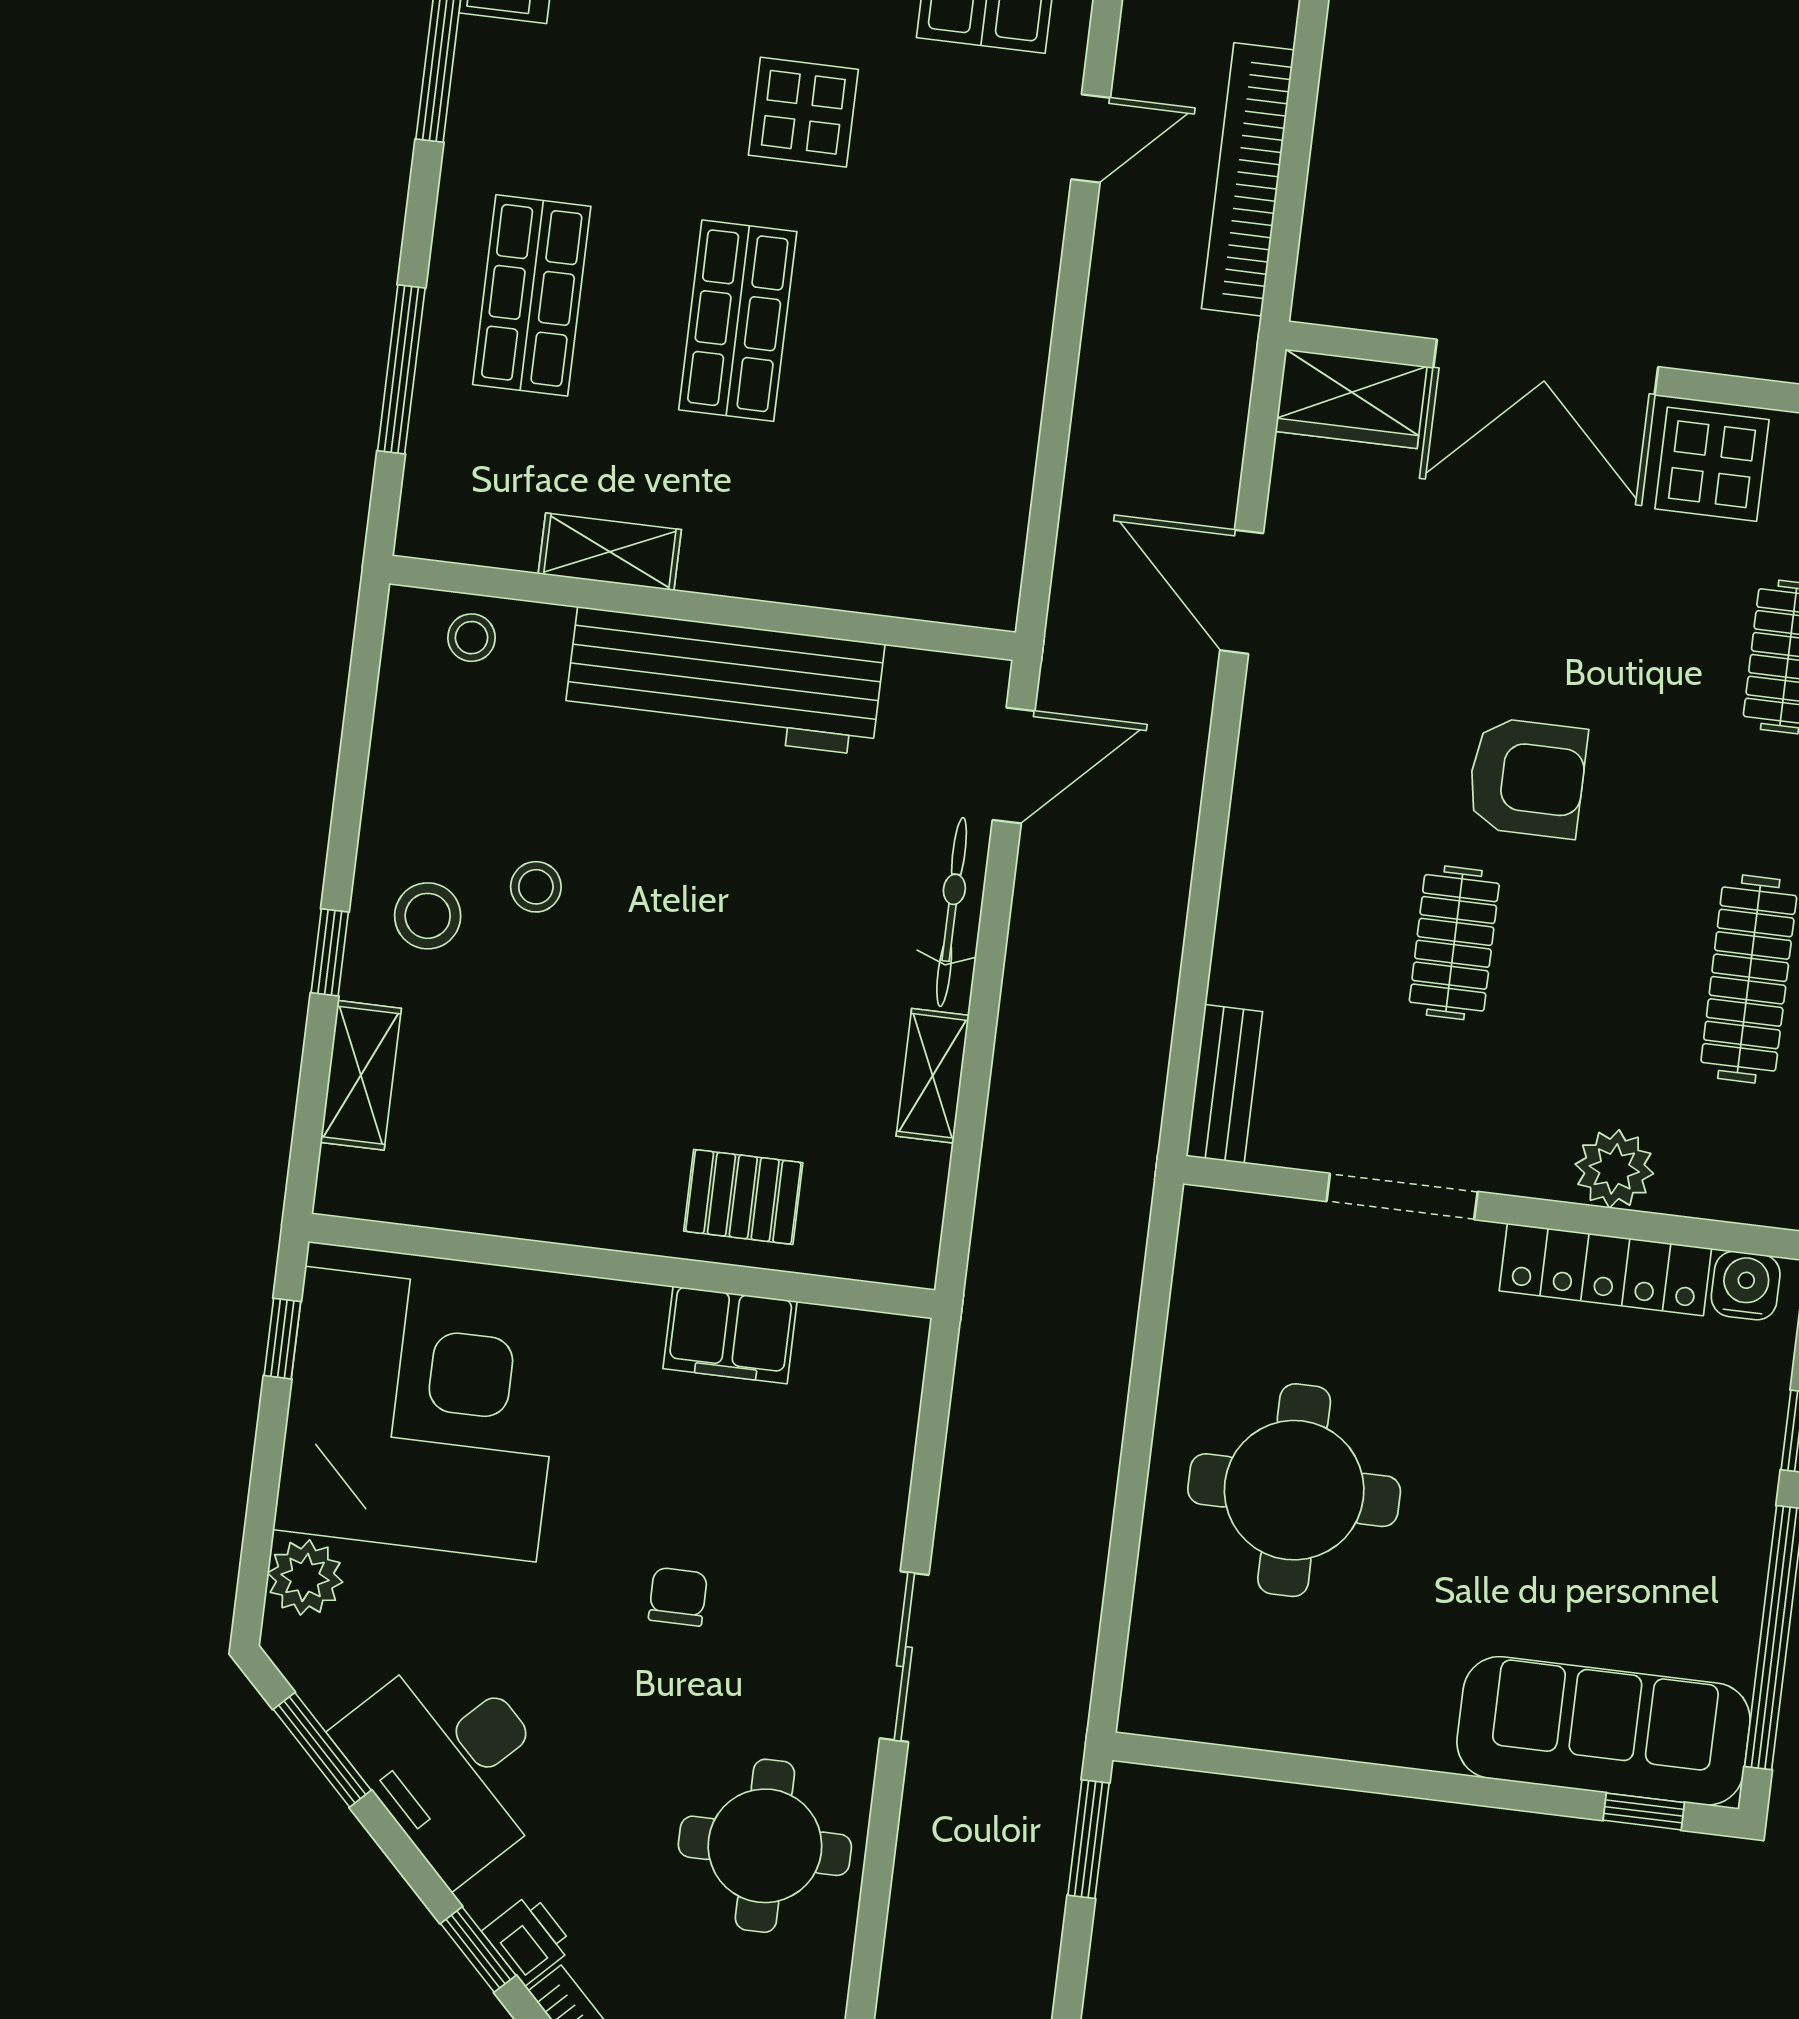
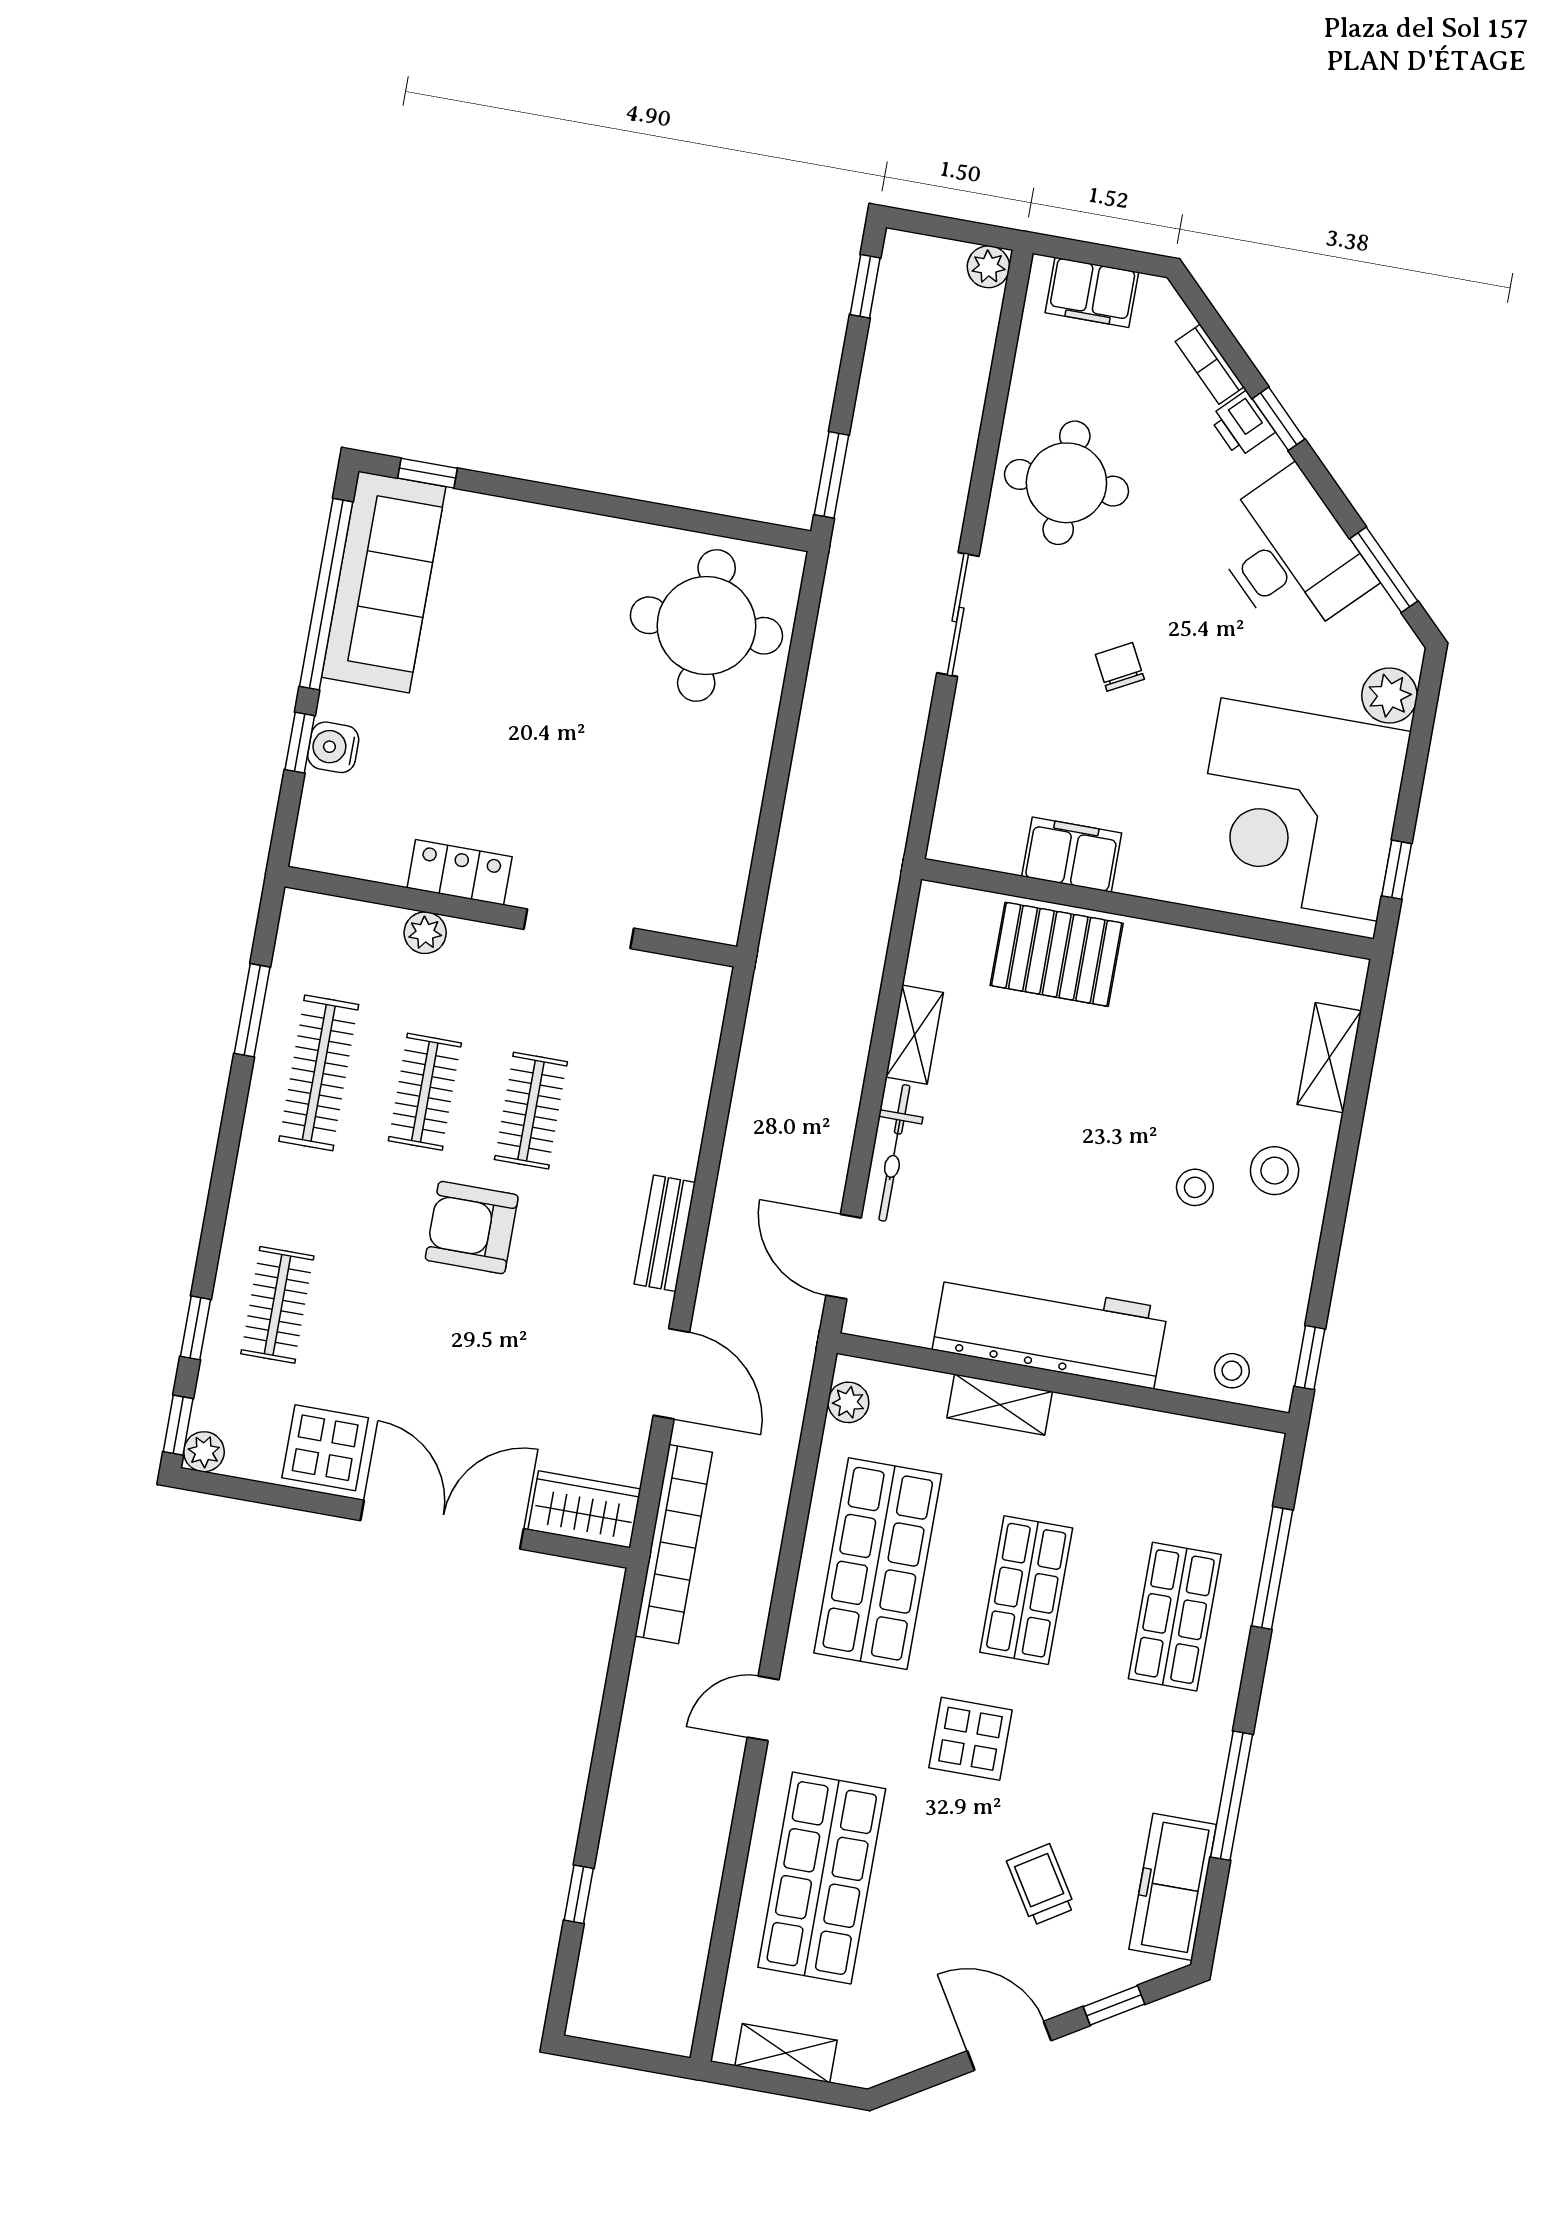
bookcase: (1248, 179) -> (674, 1544), moved
shop shelf: (944, 346) -> (878, 1564), added
shelving: (610, 552) -> (1000, 1405), moved
plant: (996, 566) -> (848, 1402), added
door: (1014, 765) -> (844, 1257), hinge flipped
window: (330, 952) -> (1310, 1358), moved
clothes rail: (1602, 961) -> (425, 1092), added
bench: (1224, 1084) -> (665, 1233), moved
plant: (1614, 1169) -> (425, 933), width x0.73, depth x0.73
pallet: (743, 1197) -> (1057, 954), width x1.50, depth x1.42
locker: (1605, 1270) -> (460, 872), width x0.66
water cooler: (1746, 1286) -> (333, 747), moved, turned 90
round table: (1294, 1490) -> (706, 625), moved
chair: (678, 1597) -> (1120, 667), turned 152
sofa: (1603, 1731) -> (384, 582), moved, turned -90

